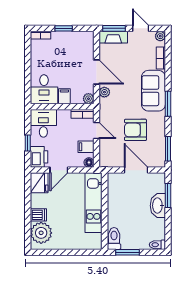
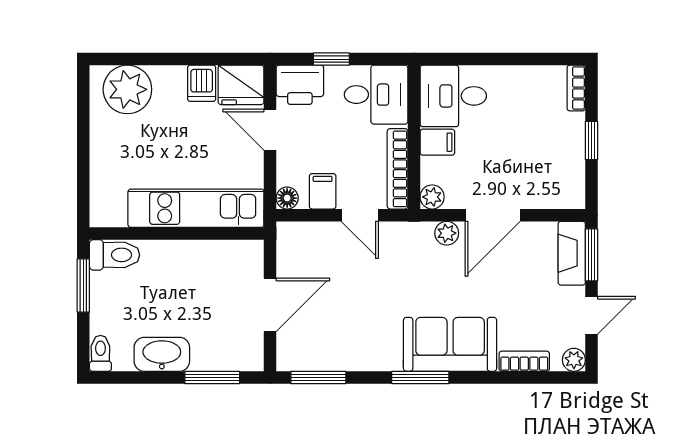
bookcase: (82, 114) -> (398, 169), width x1.56
armchair: (135, 130) -> (361, 304), removed
door: (97, 131) -> (360, 215), hinge flipped
washbasin: (158, 206) -> (162, 354), moved
dishwasher: (38, 215) -> (202, 83), moved

